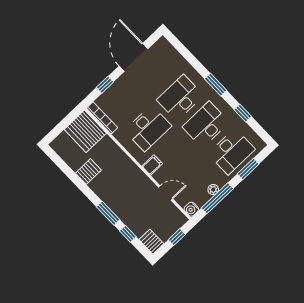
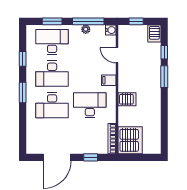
server rack: (88, 172) -> (127, 99), moved, turned 180

